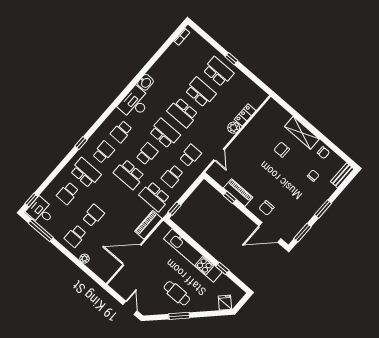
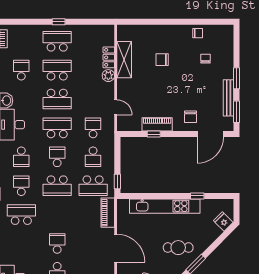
shelving: (302, 133) -> (124, 60), moved, turned 90
bench: (342, 175) -> (229, 98), moved, width x1.36
school desk: (68, 193) -> (21, 70), moved, turned 180
door: (132, 255) -> (116, 248), swing flipped

